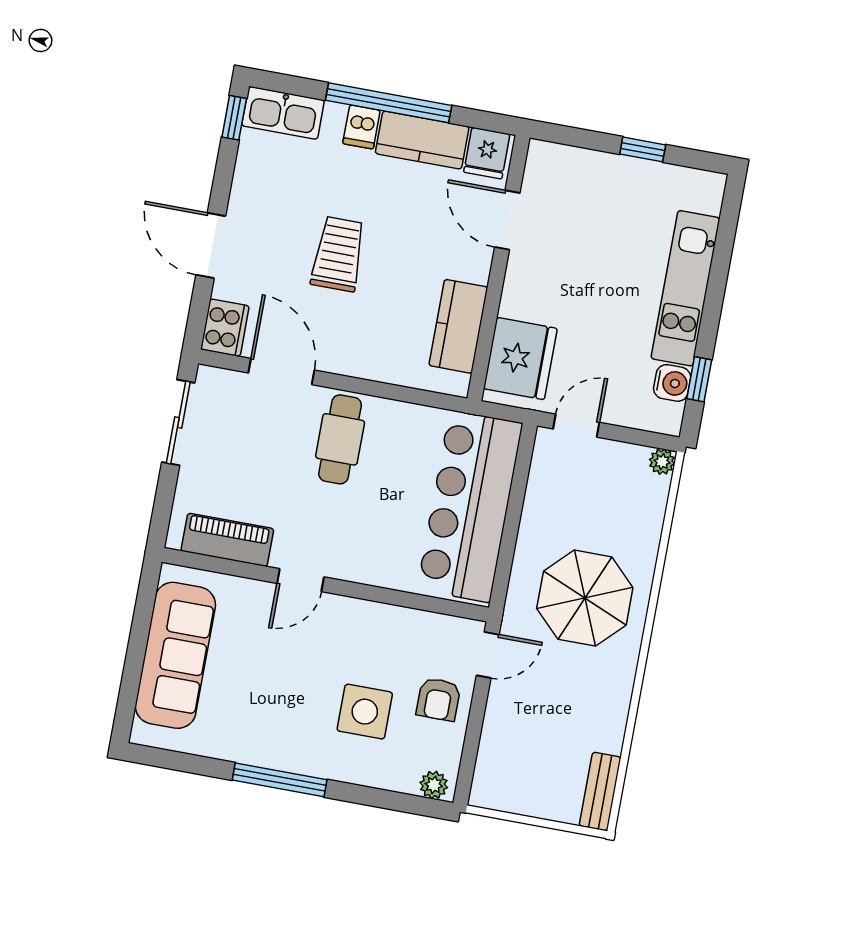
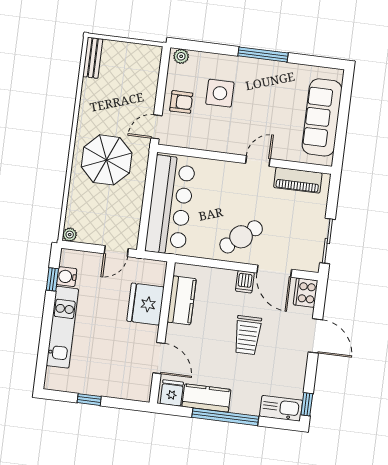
dishwasher: (361, 127) -> (245, 282), moved, turned 180
fridge: (520, 359) -> (145, 304), moved
cafe table: (340, 439) -> (241, 237), turned 51
armchair: (438, 699) -> (181, 102), turned 90

